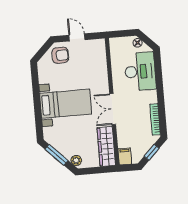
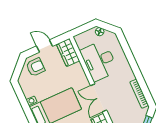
wardrobe: (98, 52) -> (68, 52), added
desk: (140, 71) -> (99, 61), moved, turned 180

